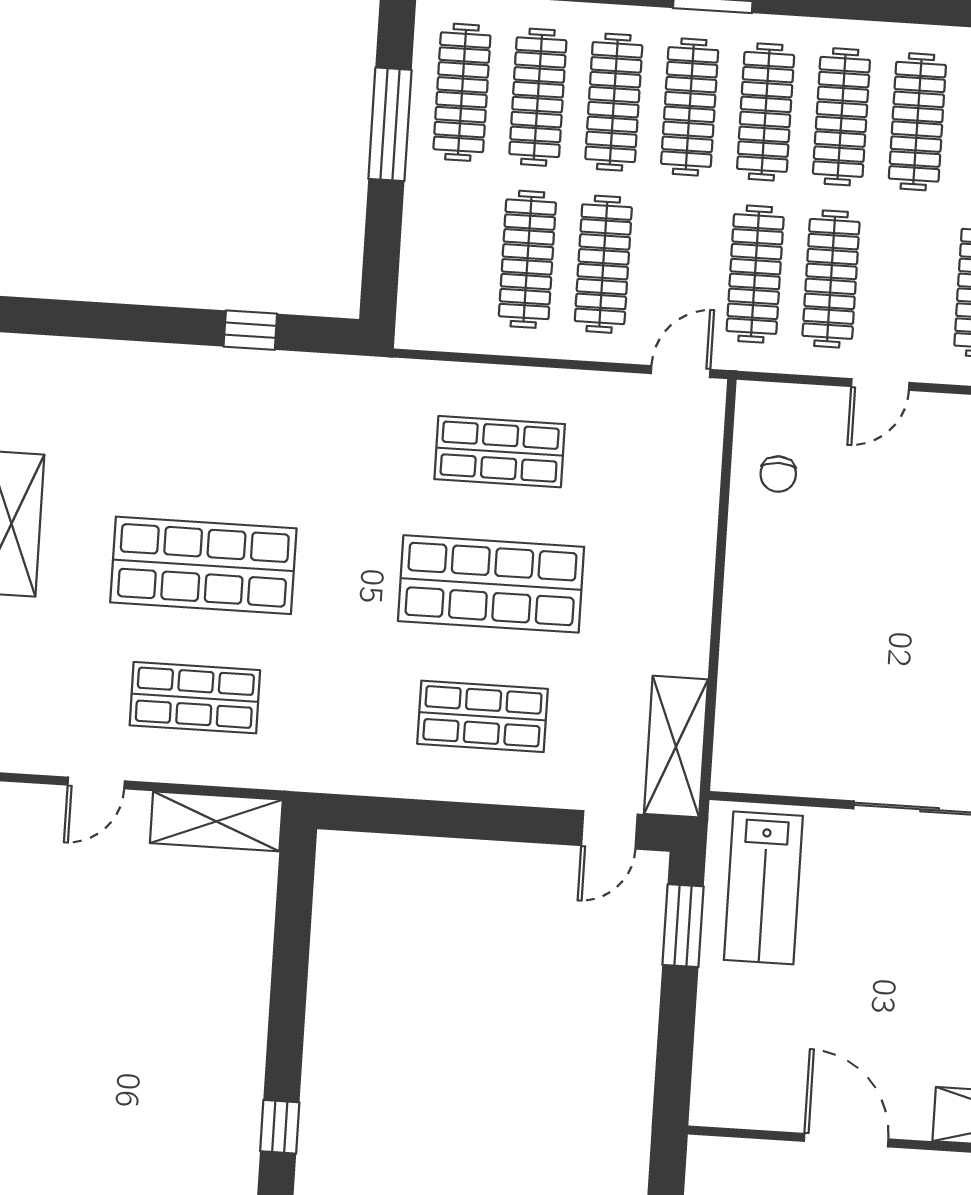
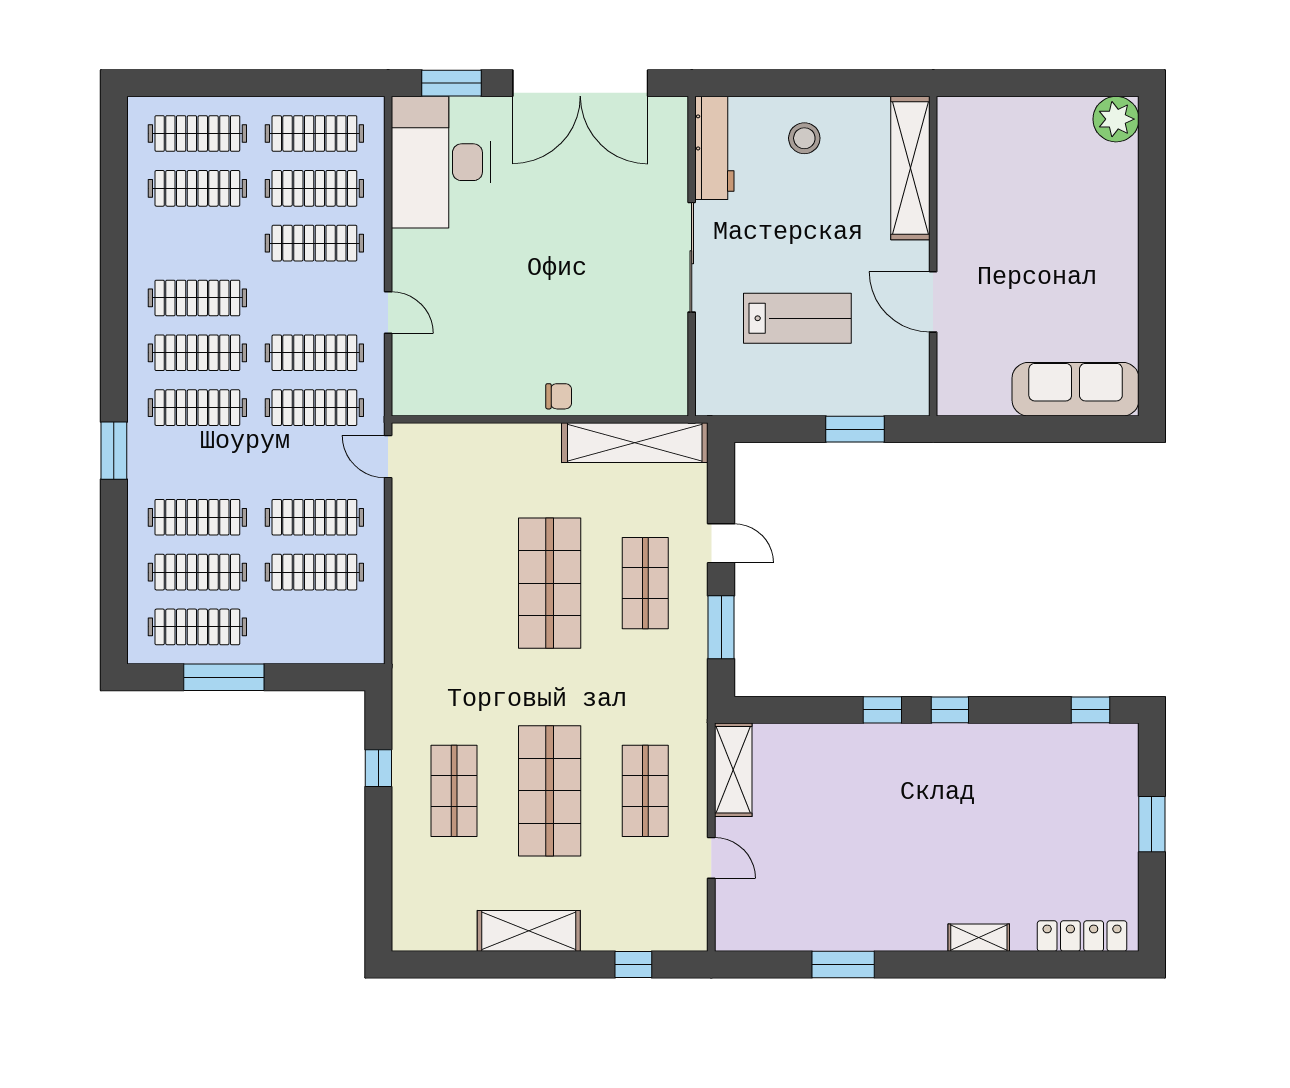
clothes rail: (690, 107) -> (197, 462), removed
shop shelf: (500, 452) -> (454, 791), moved
chair: (778, 474) -> (559, 396), moved
shelving: (676, 747) -> (635, 443), width x1.47
window: (415, 817) -> (721, 627), added
door: (609, 830) -> (721, 543), moved
lab bench: (763, 888) -> (797, 318), moved
window: (683, 926) -> (855, 429), moved
window: (286, 1033) -> (882, 710), added
door: (846, 1140) -> (933, 302), hinge flipped

